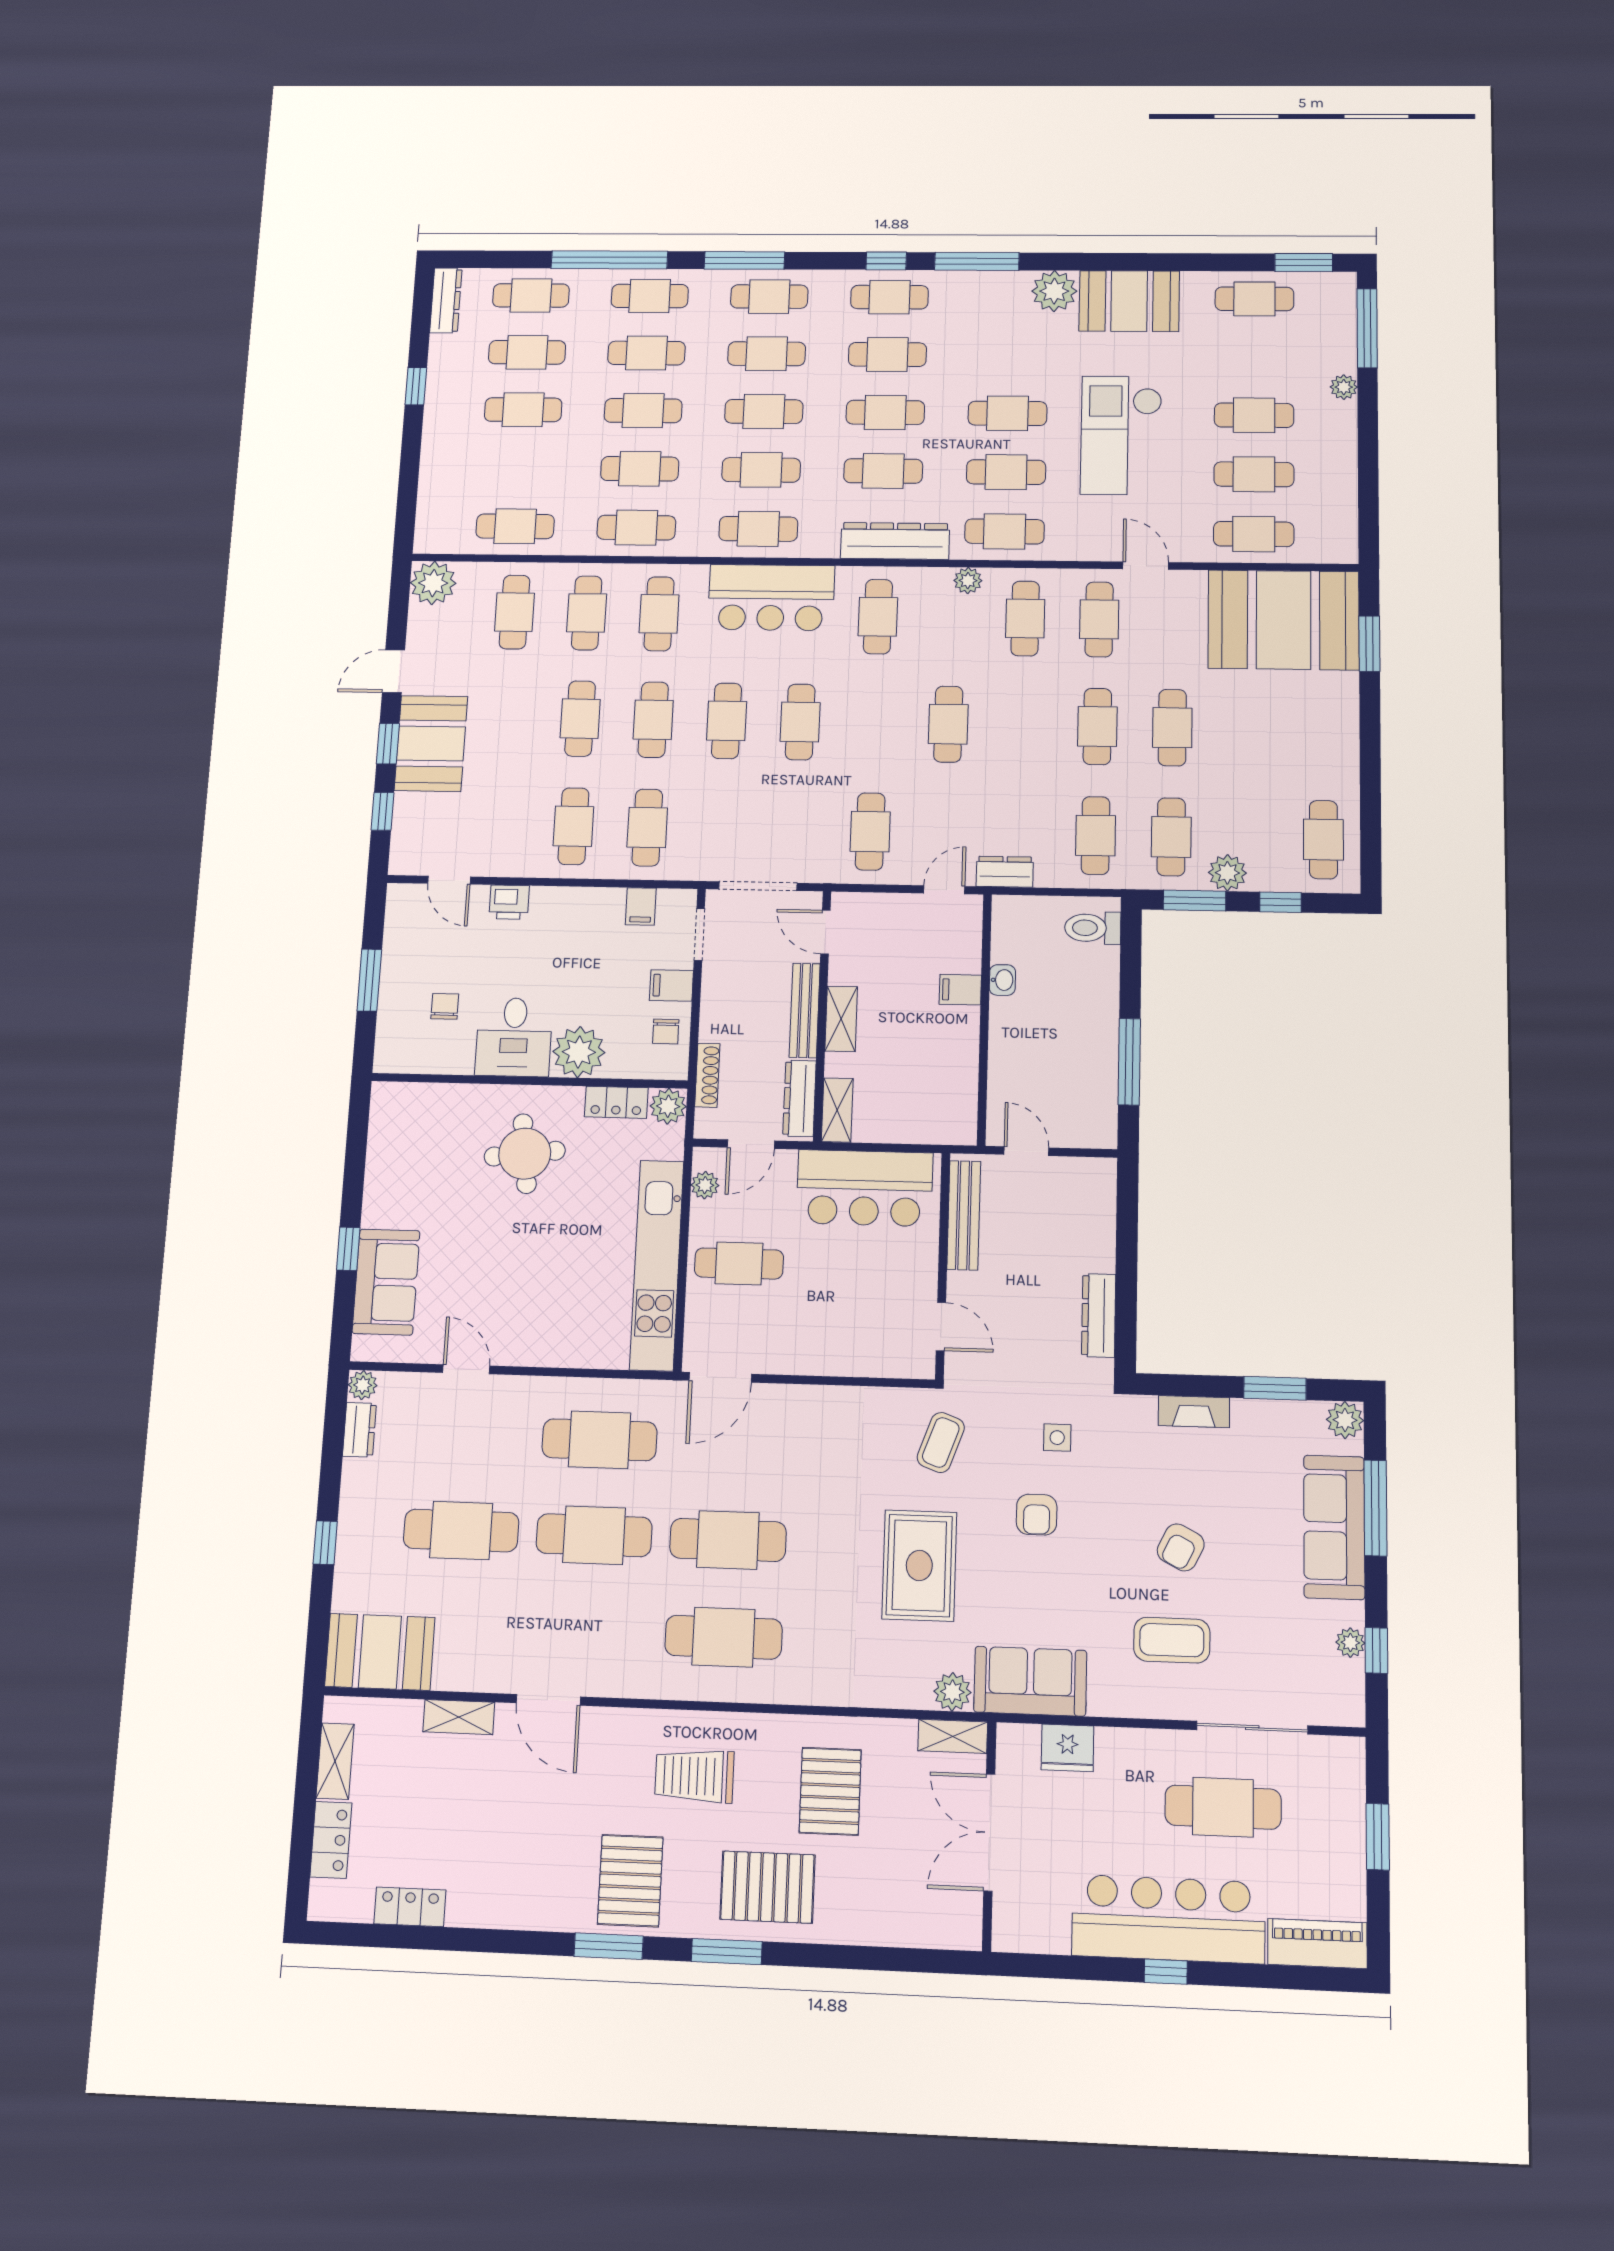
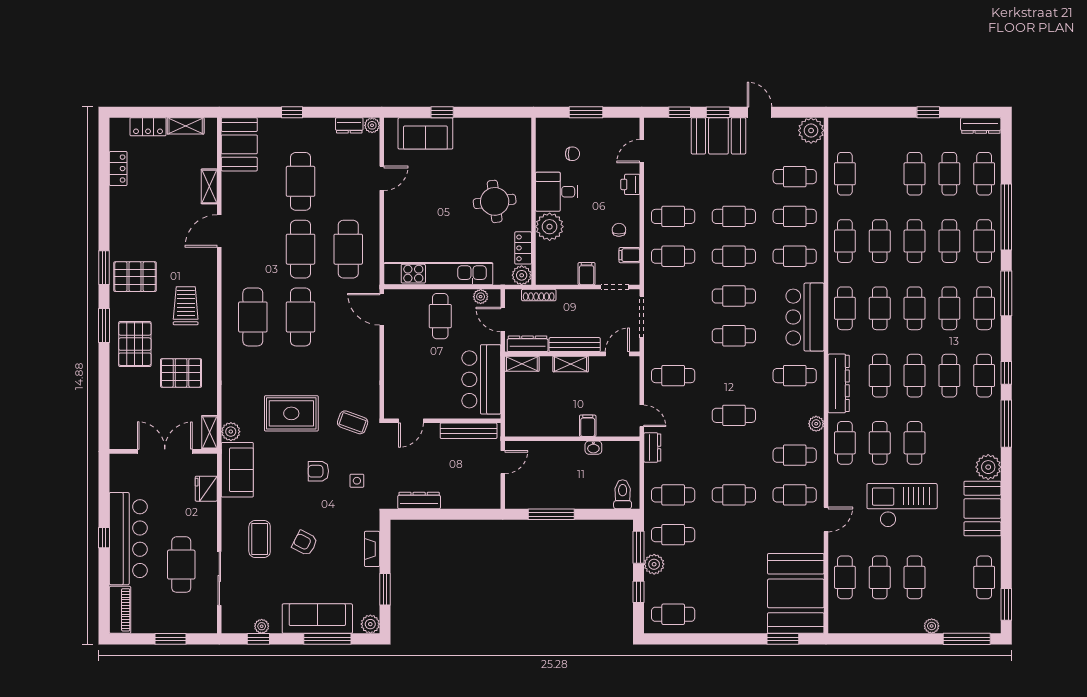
cafe table: (1172, 728) -> (734, 535), removed
chair: (666, 1031) -> (619, 230), moved, turned 90

